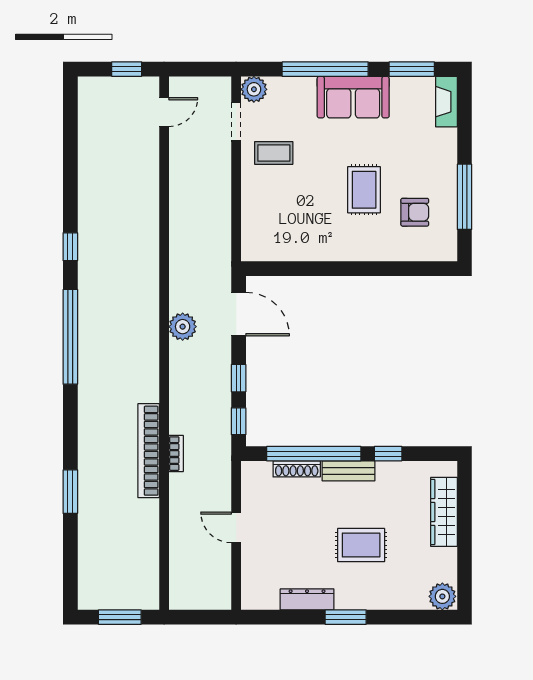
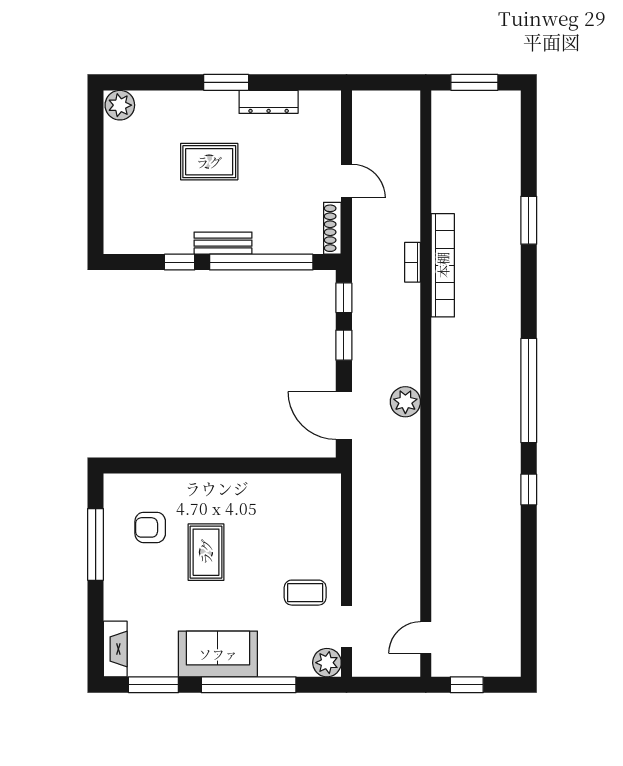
shoe rack: (297, 469) -> (332, 228), moved, turned -90
wardrobe: (444, 512) -> (118, 198), removed

